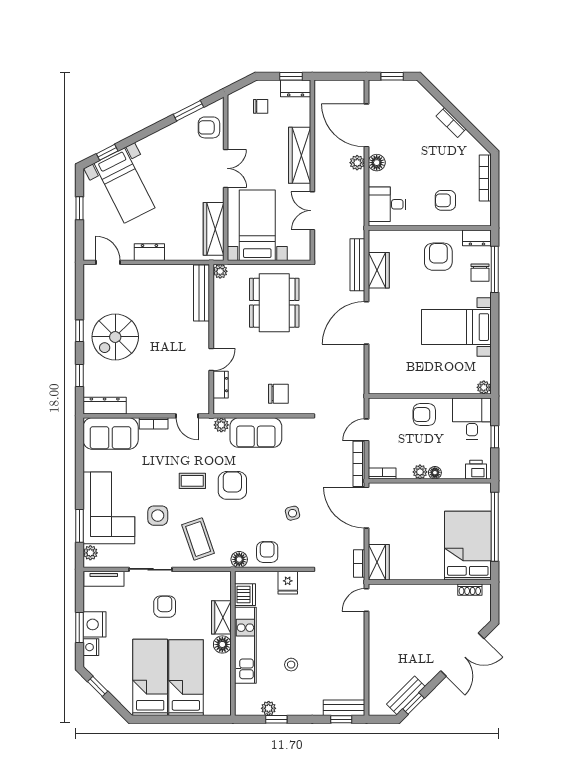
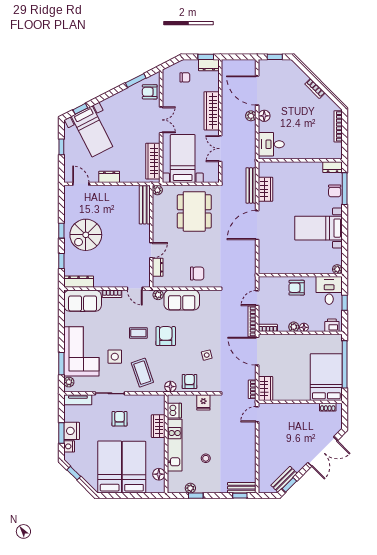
armchair: (445, 200) -> (311, 142), removed
armchair: (438, 257) -> (306, 180), removed
floor lamp: (222, 644) -> (159, 474), moved

